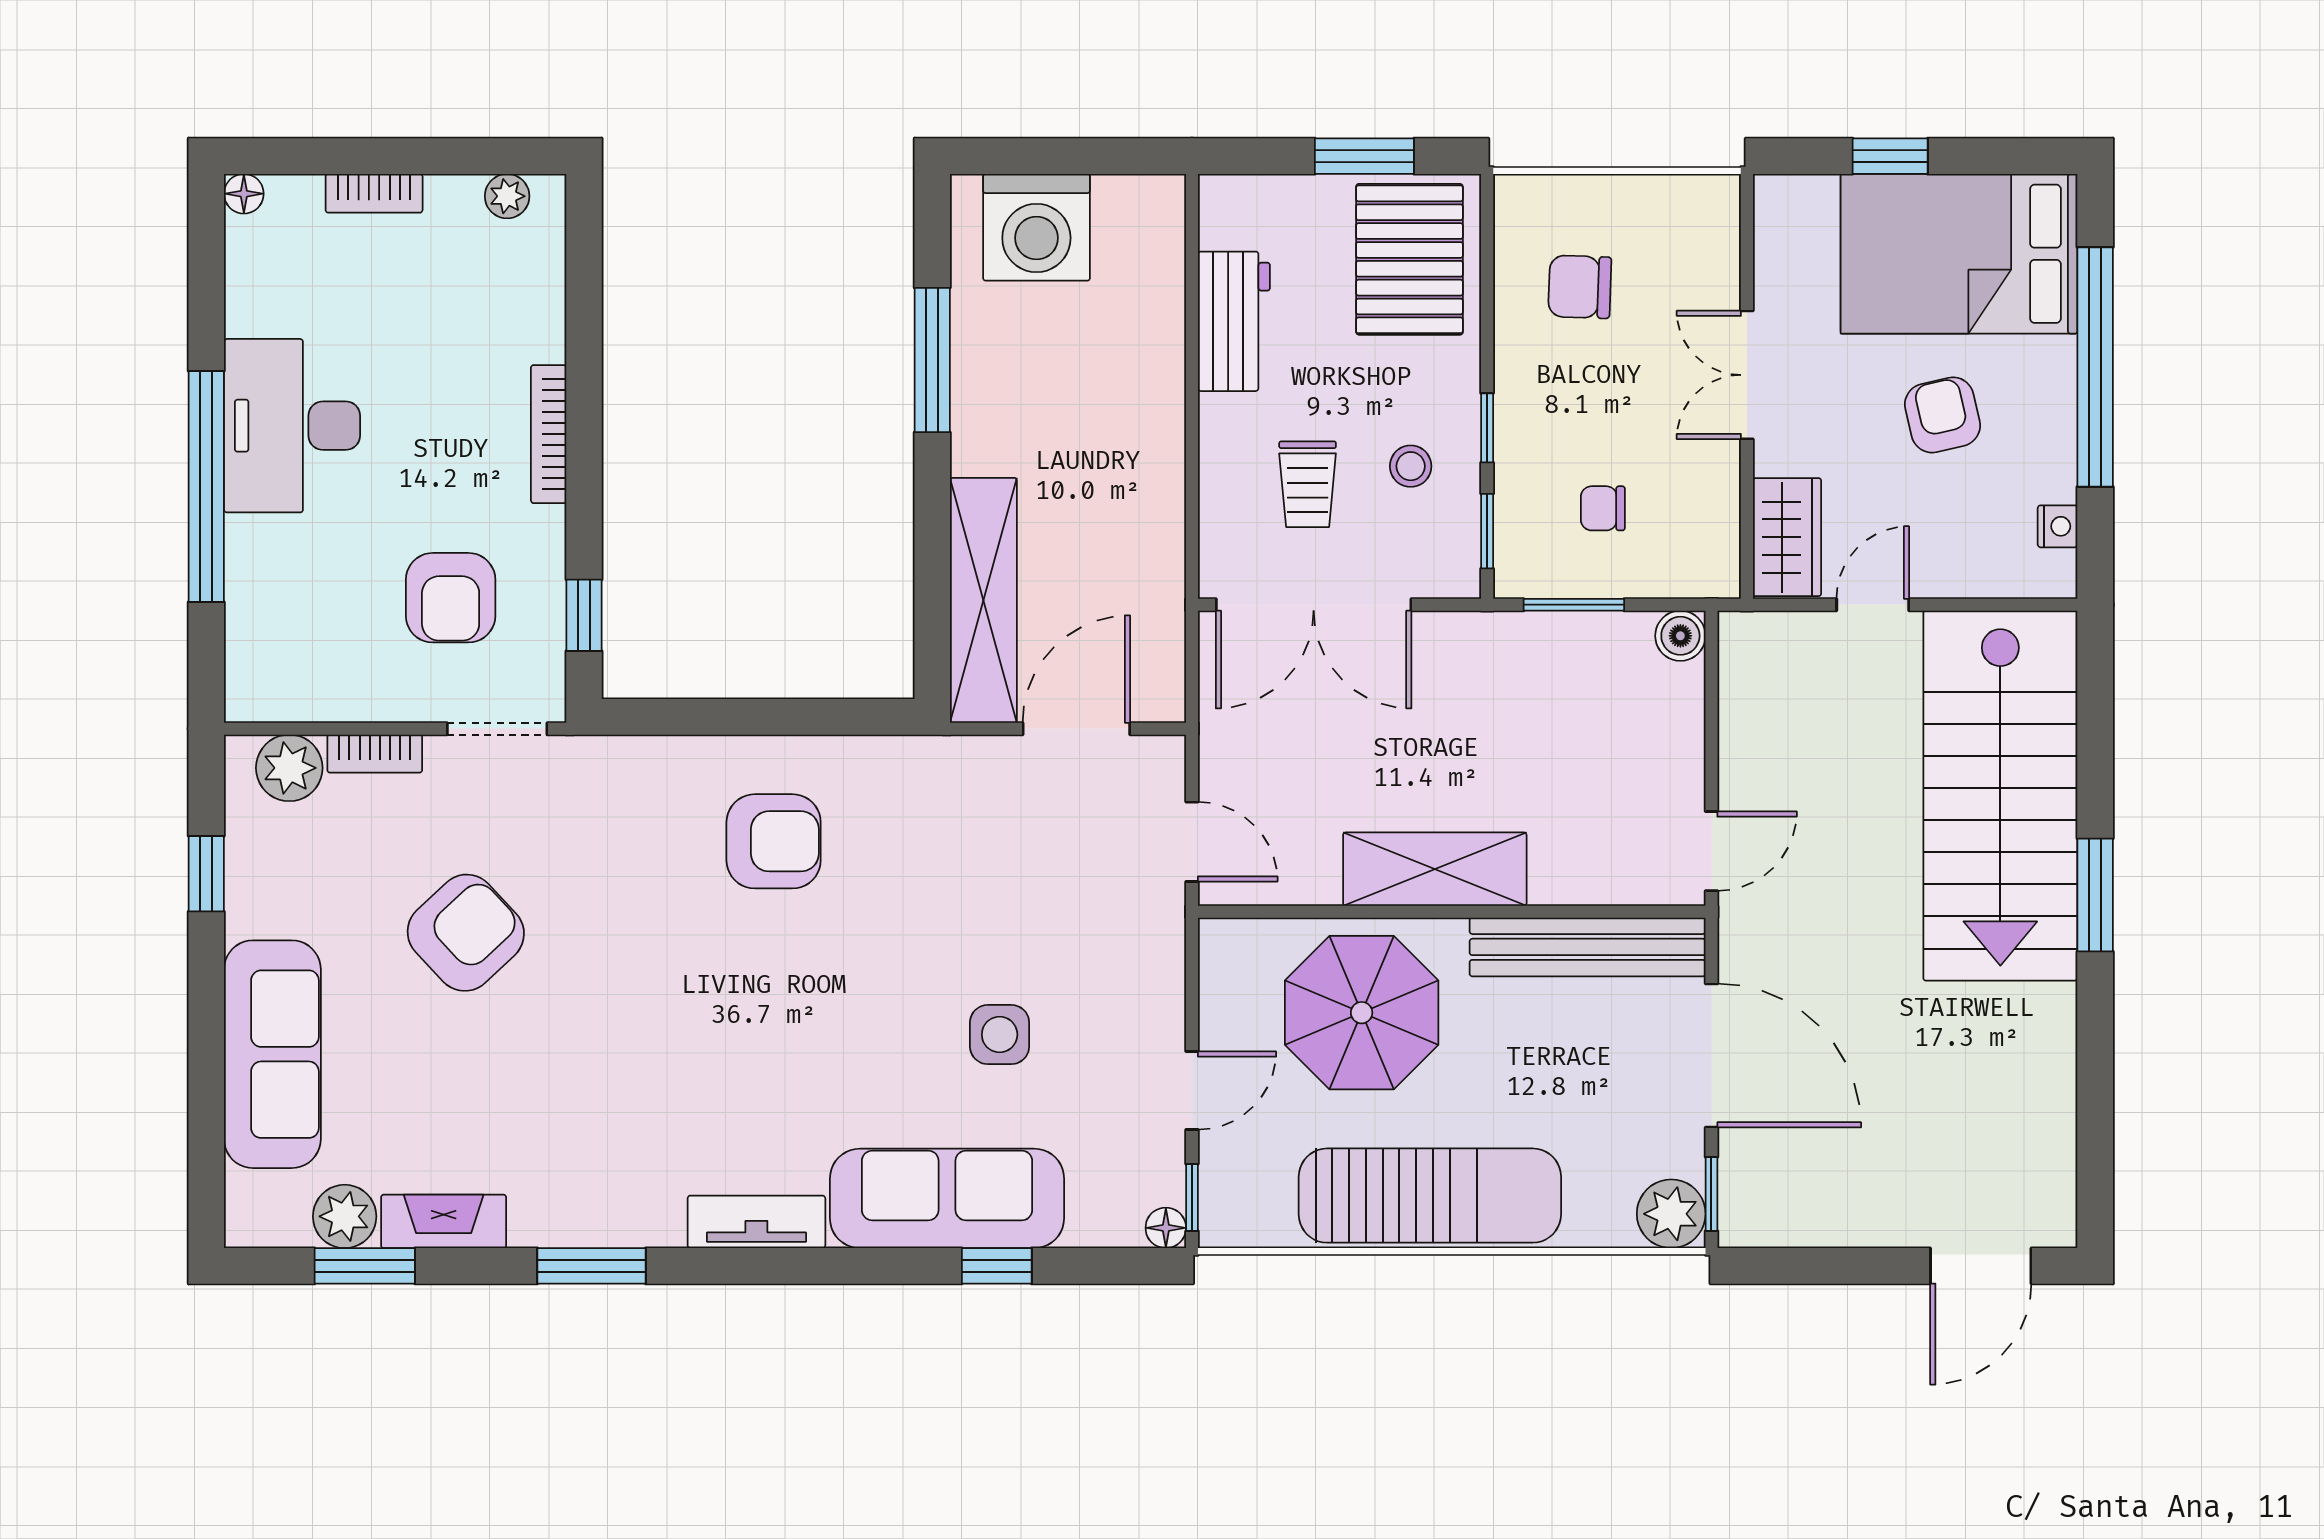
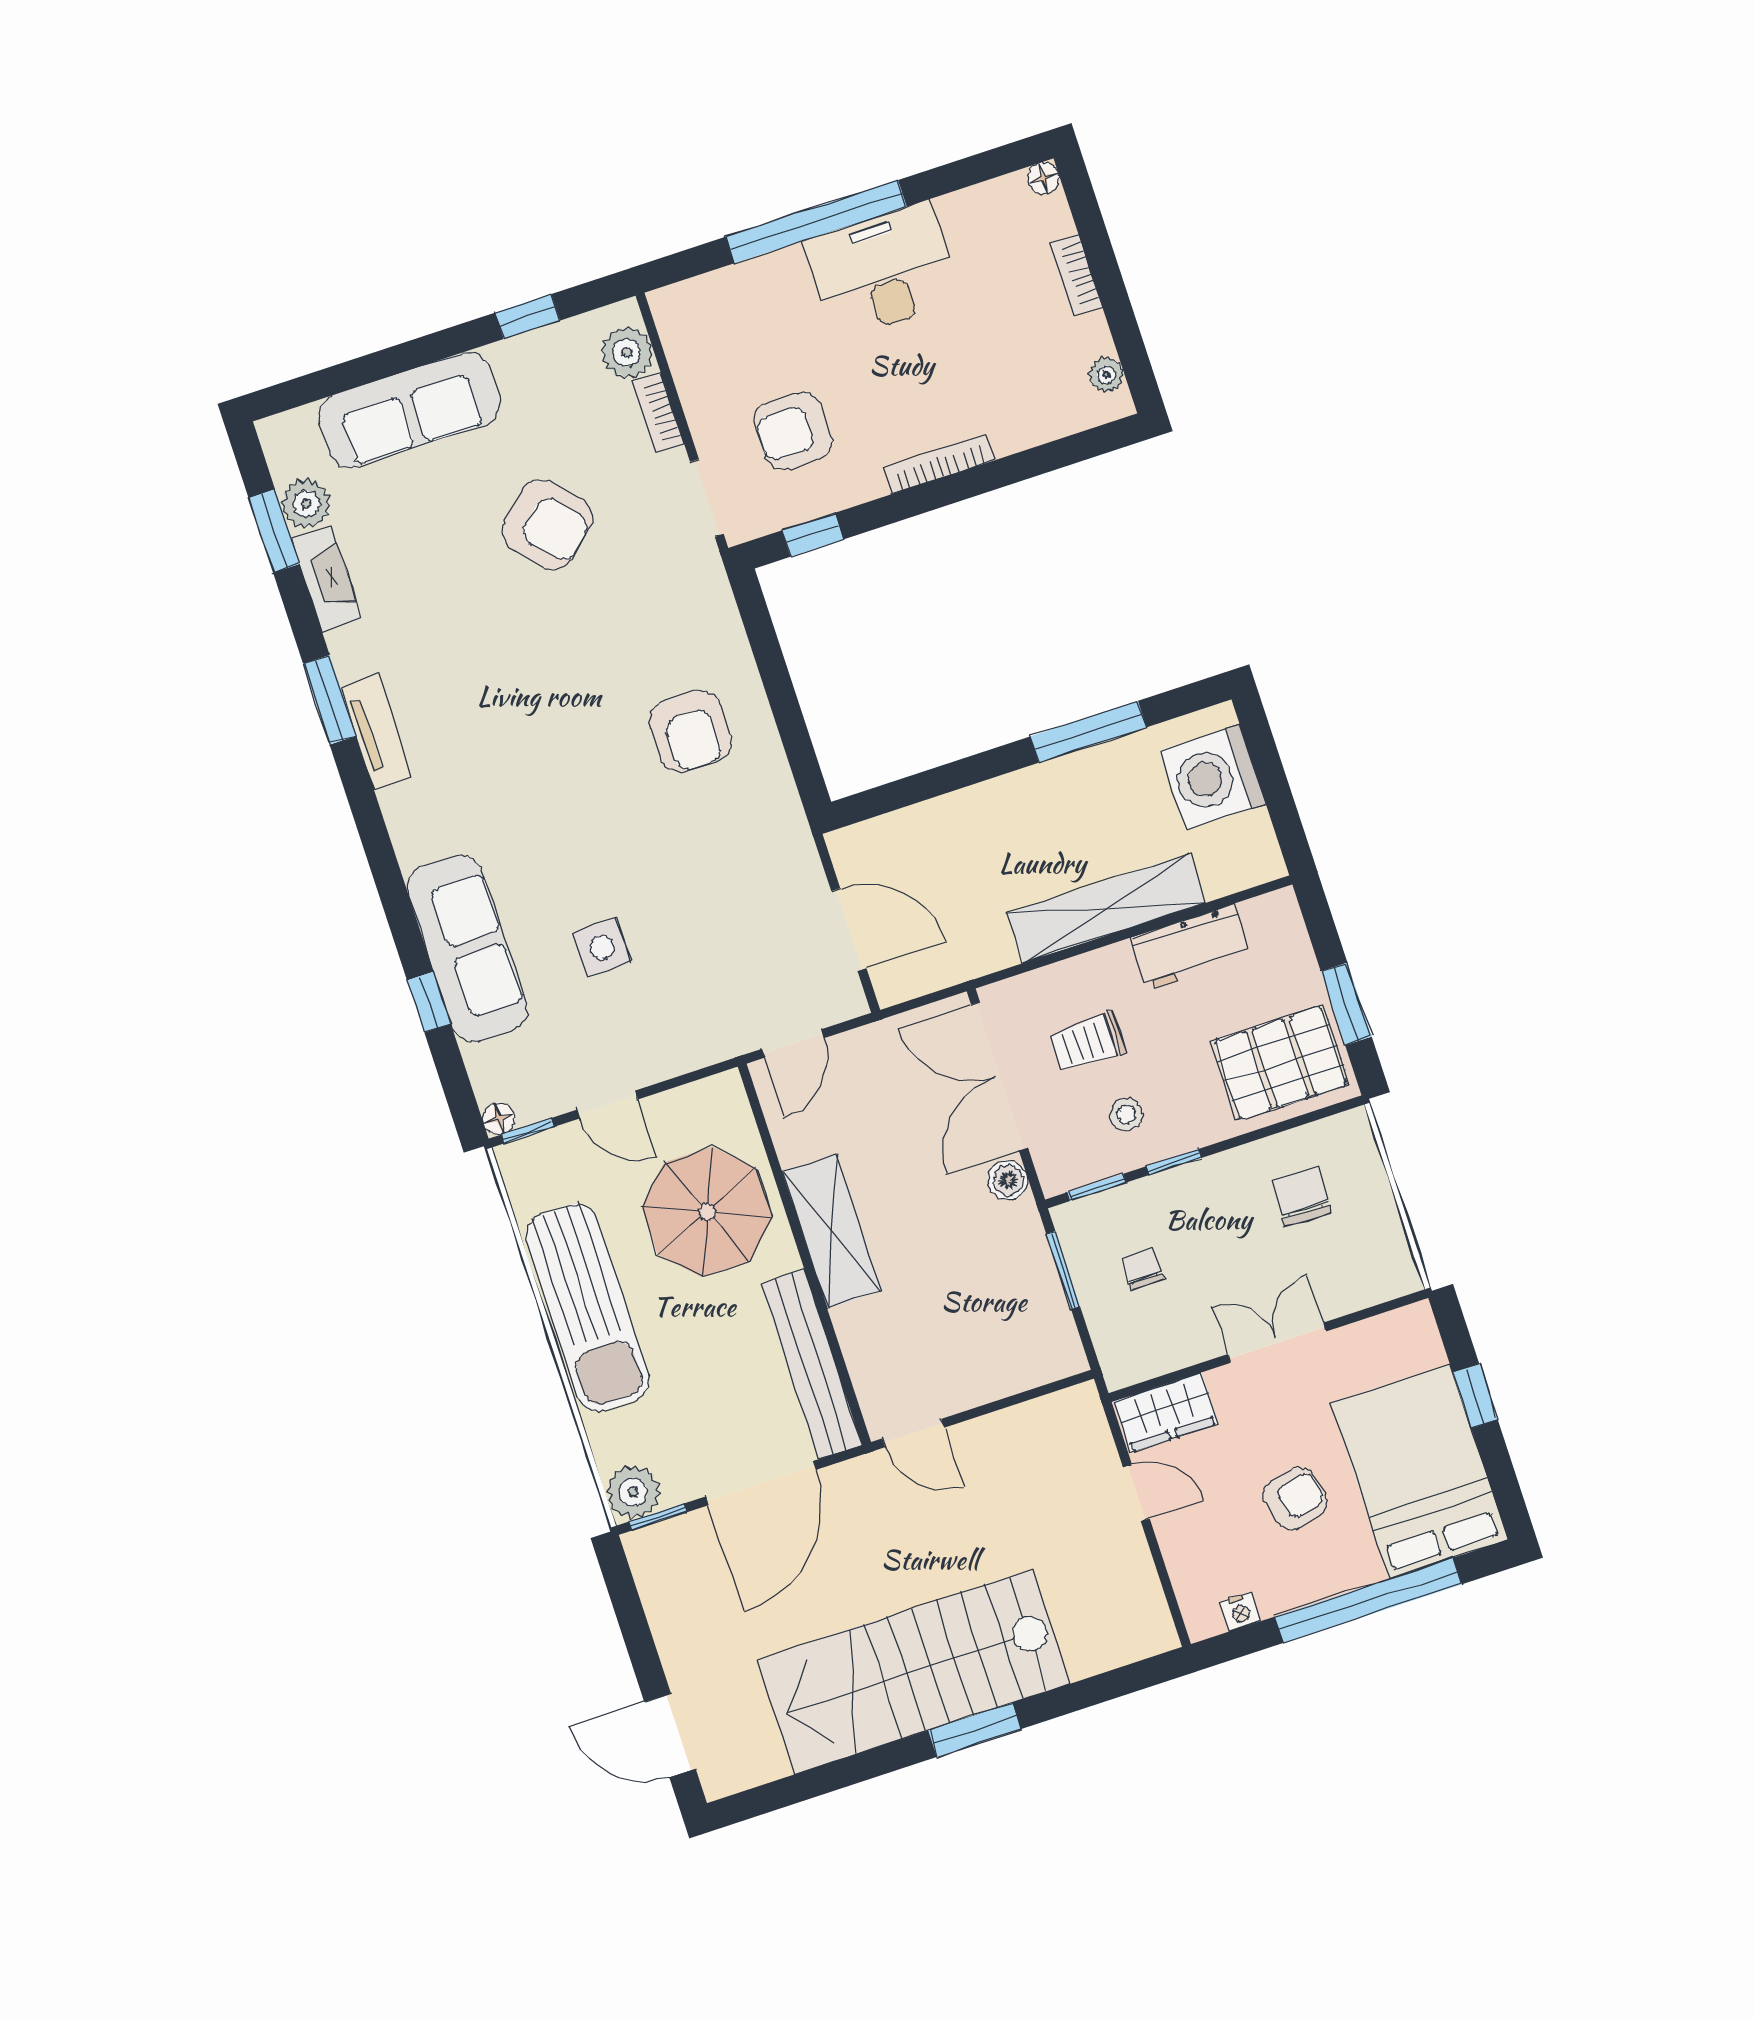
shelving: (983, 600) -> (1106, 908), moved
boiler: (1680, 636) -> (1008, 1180), moved
stairs: (2000, 796) -> (914, 1671), moved
tv unit: (756, 1222) -> (377, 732), moved

